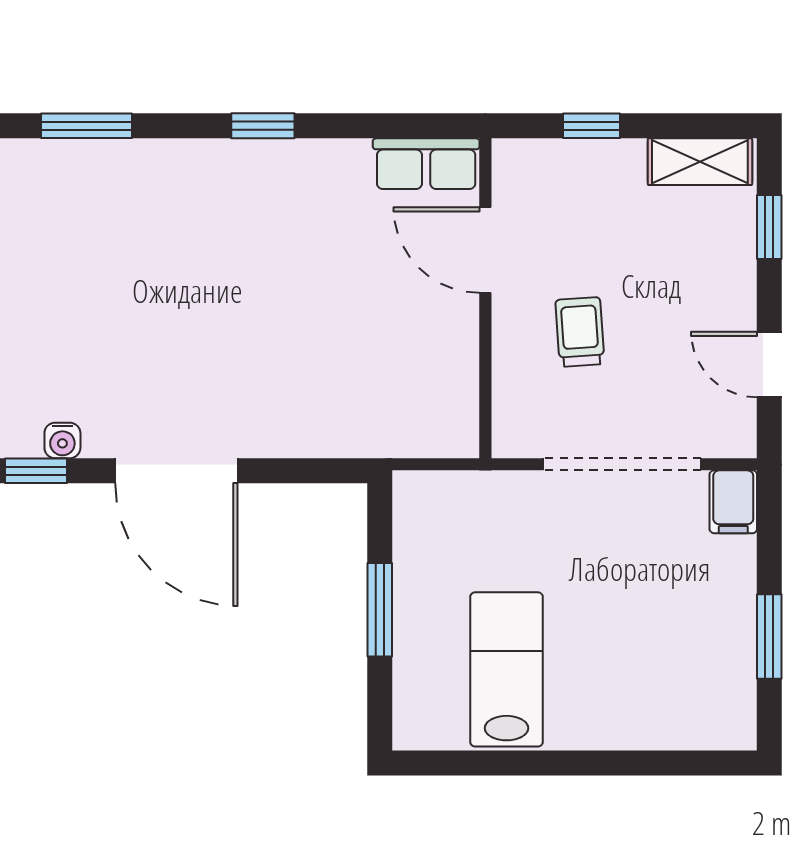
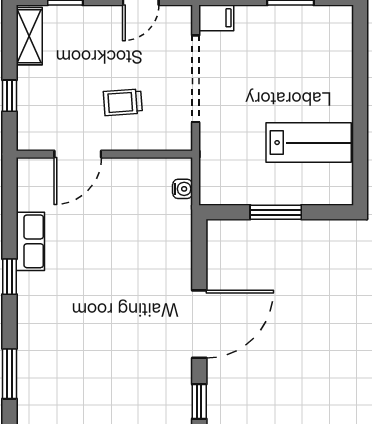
row of seats: (426, 164) -> (30, 241), moved
water cooler: (62, 440) -> (183, 189), moved
lab bench: (507, 669) -> (309, 143), turned 180

